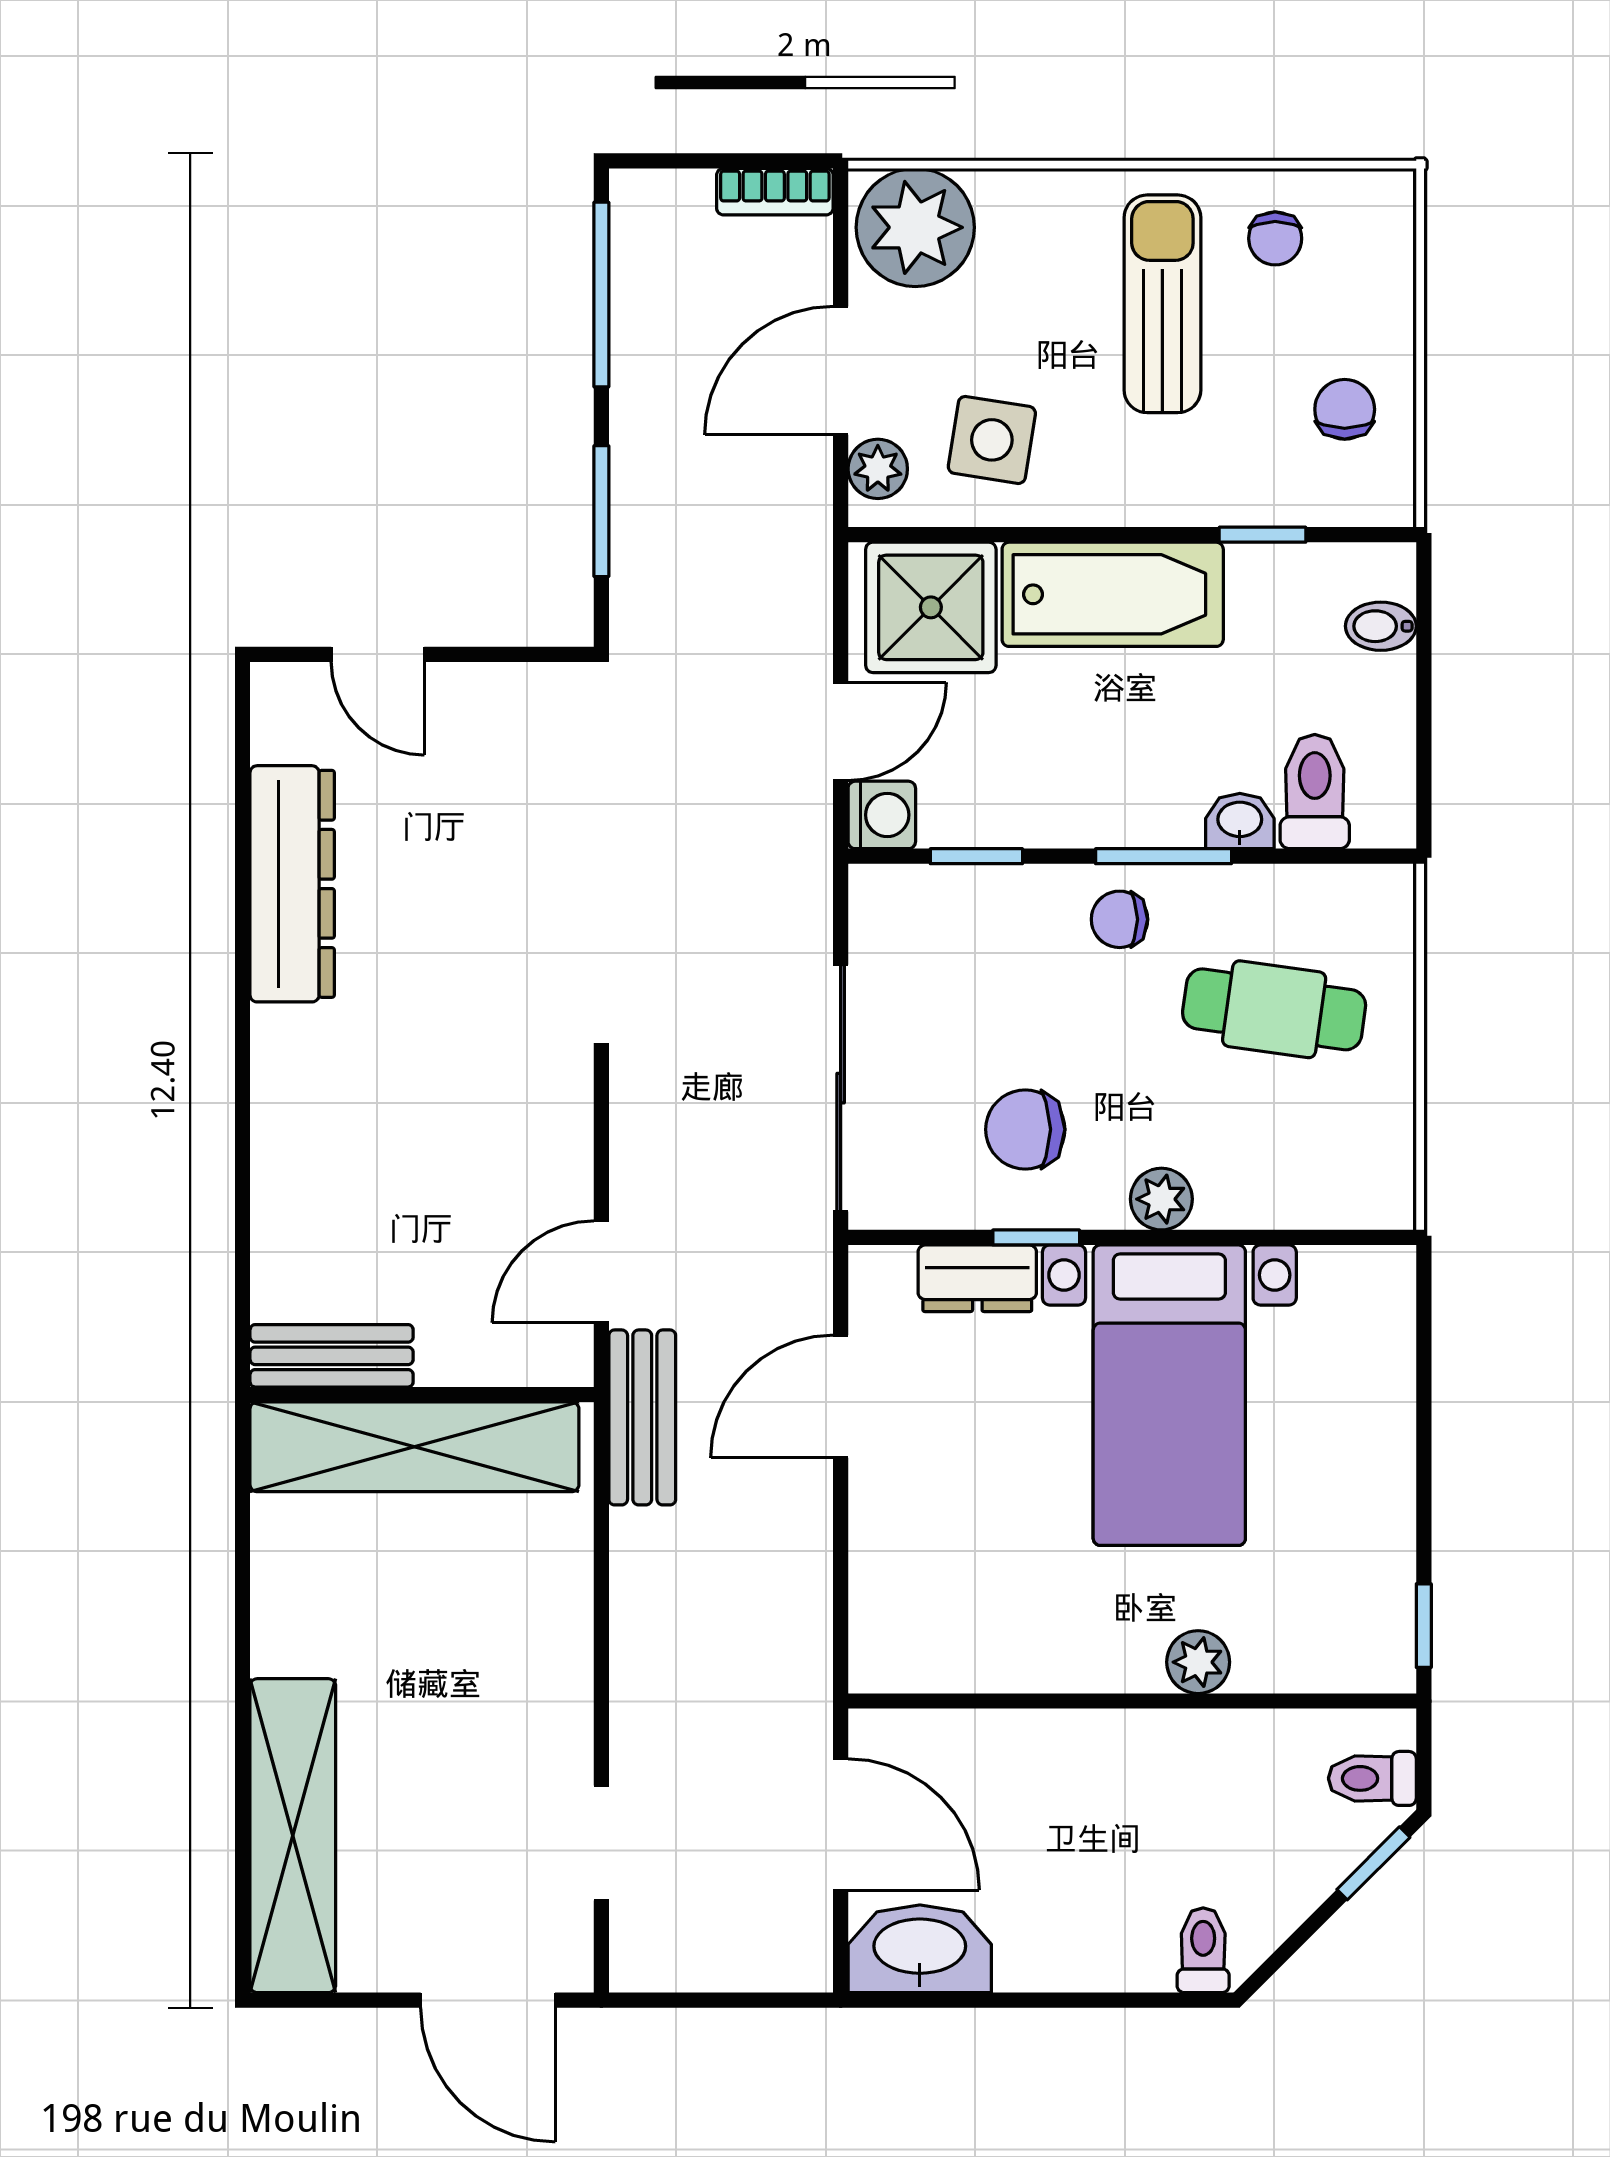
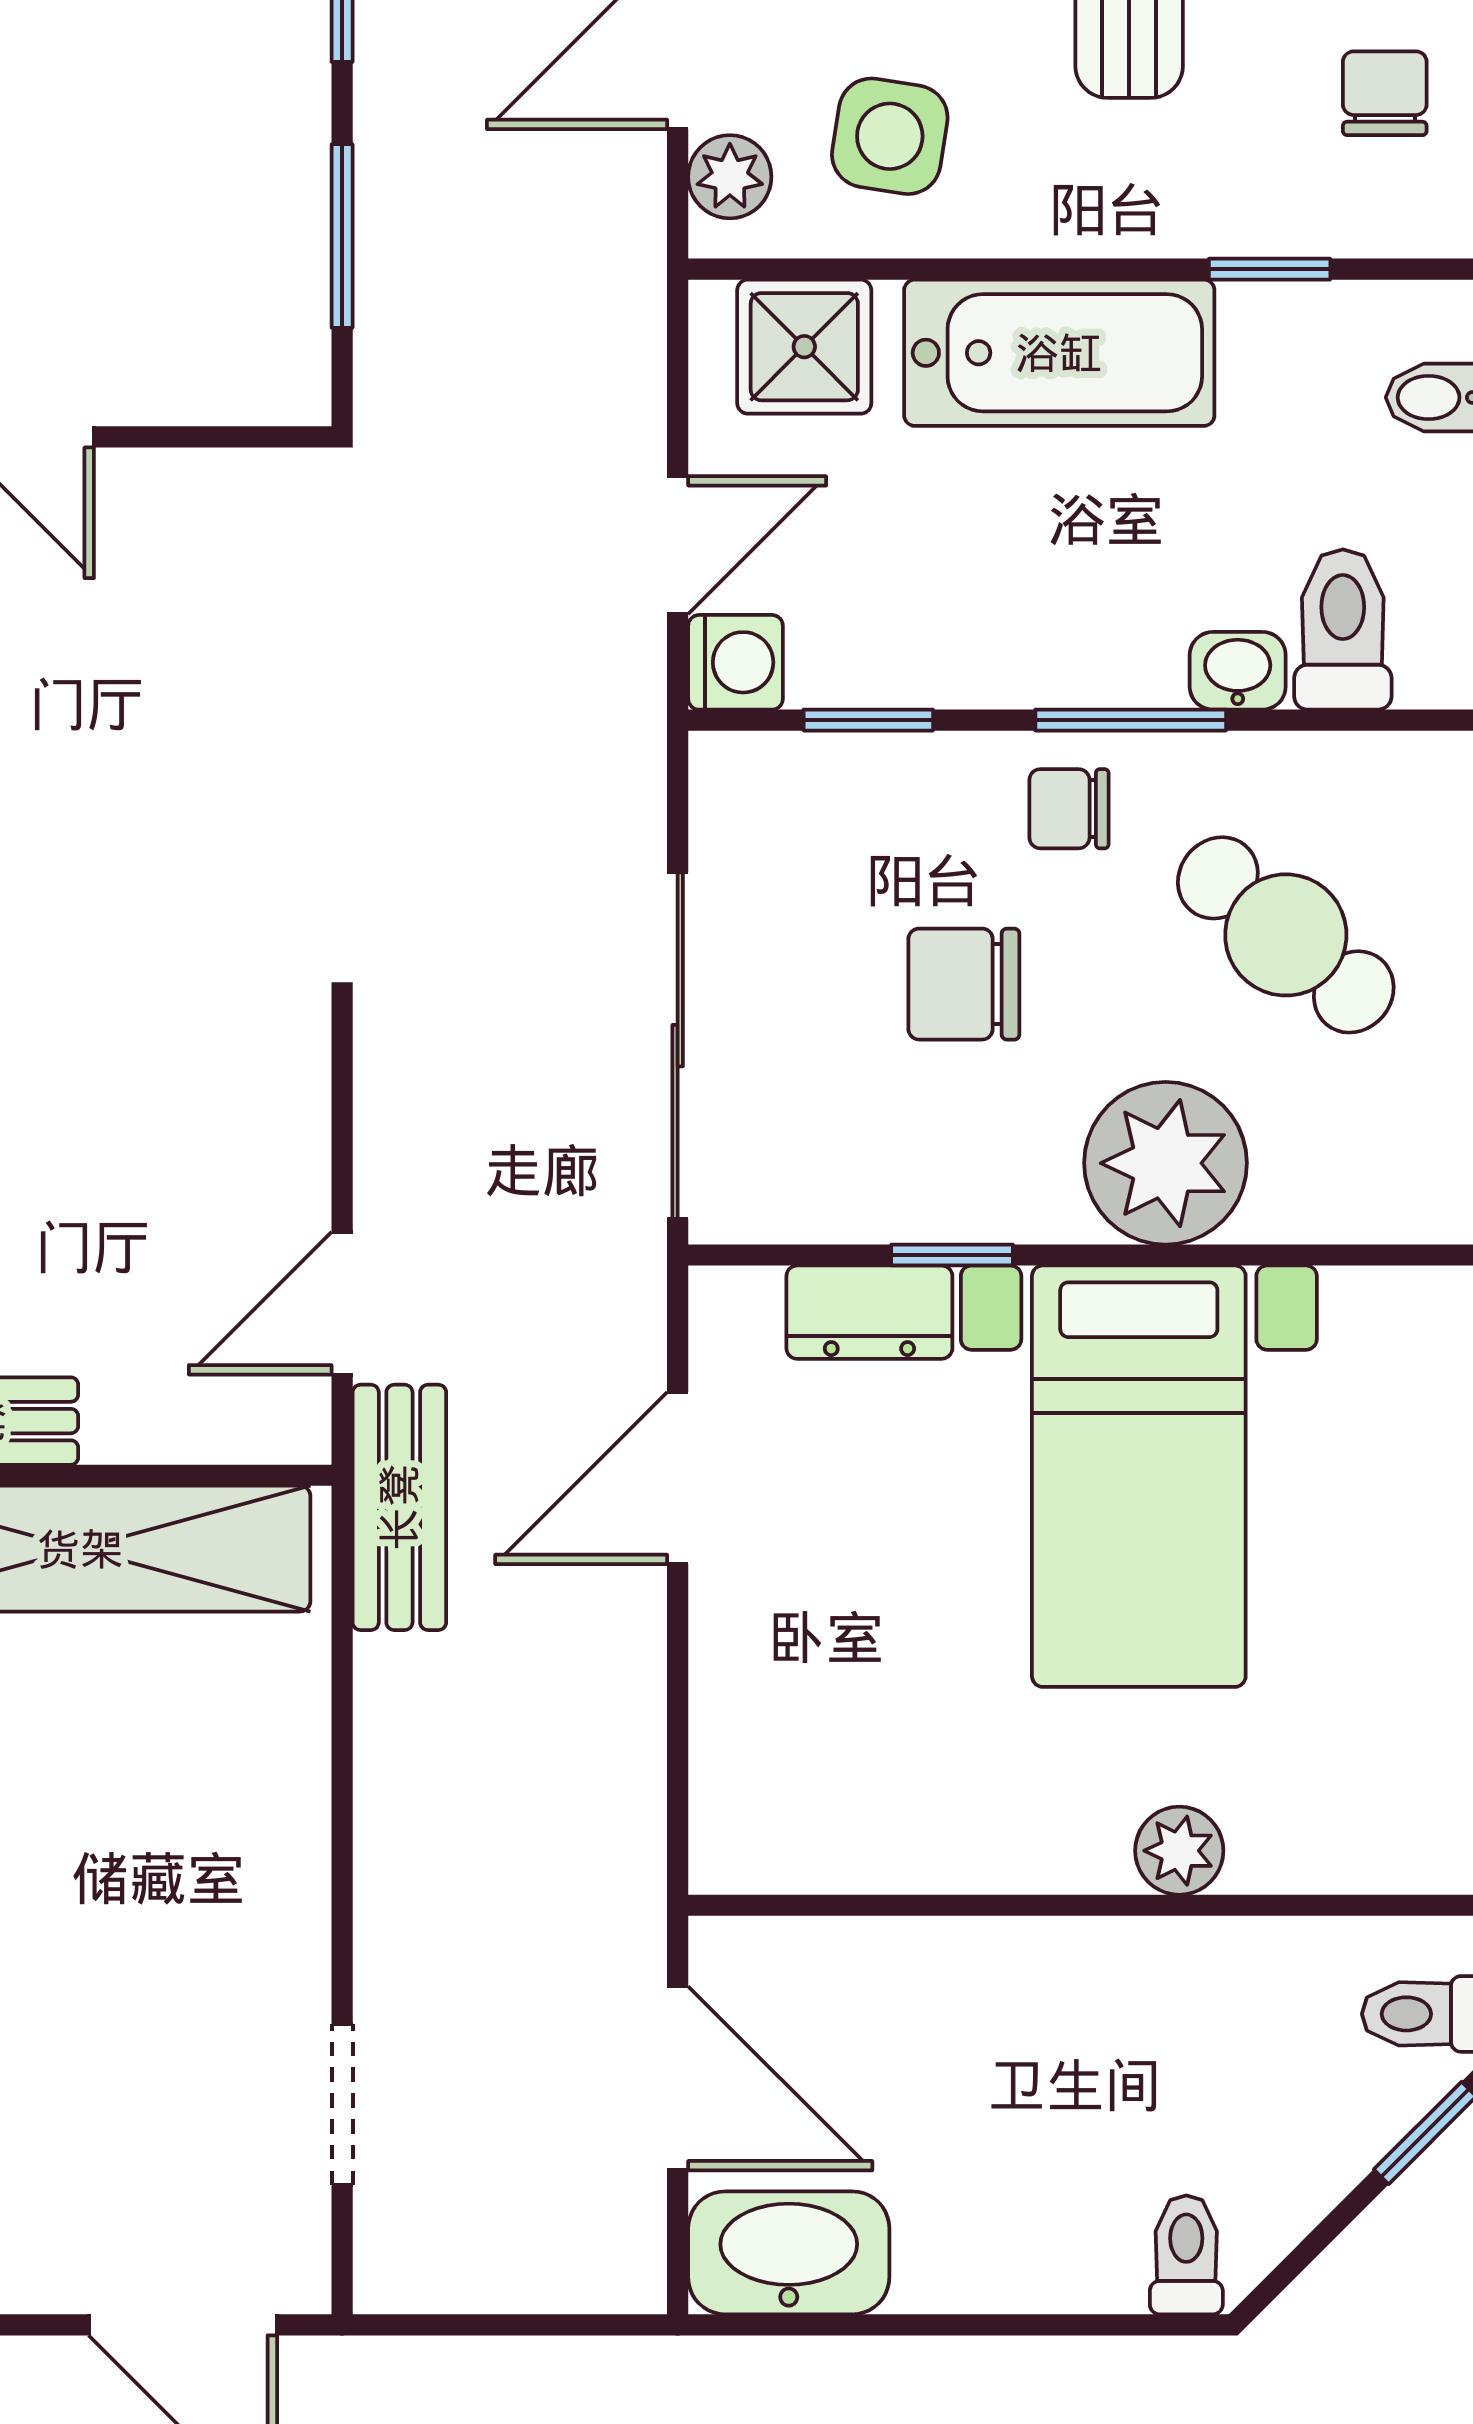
shower: (931, 607) -> (804, 347), width x0.73, depth x0.73
cafe table: (1274, 1009) -> (1286, 935), turned 32
chair: (1025, 1129) -> (964, 984), moved
plant: (1161, 1199) -> (1166, 1163), width x1.87, depth x1.87

